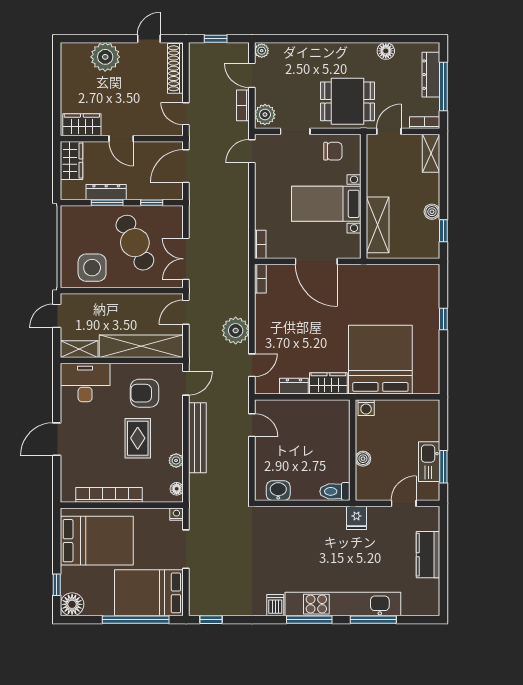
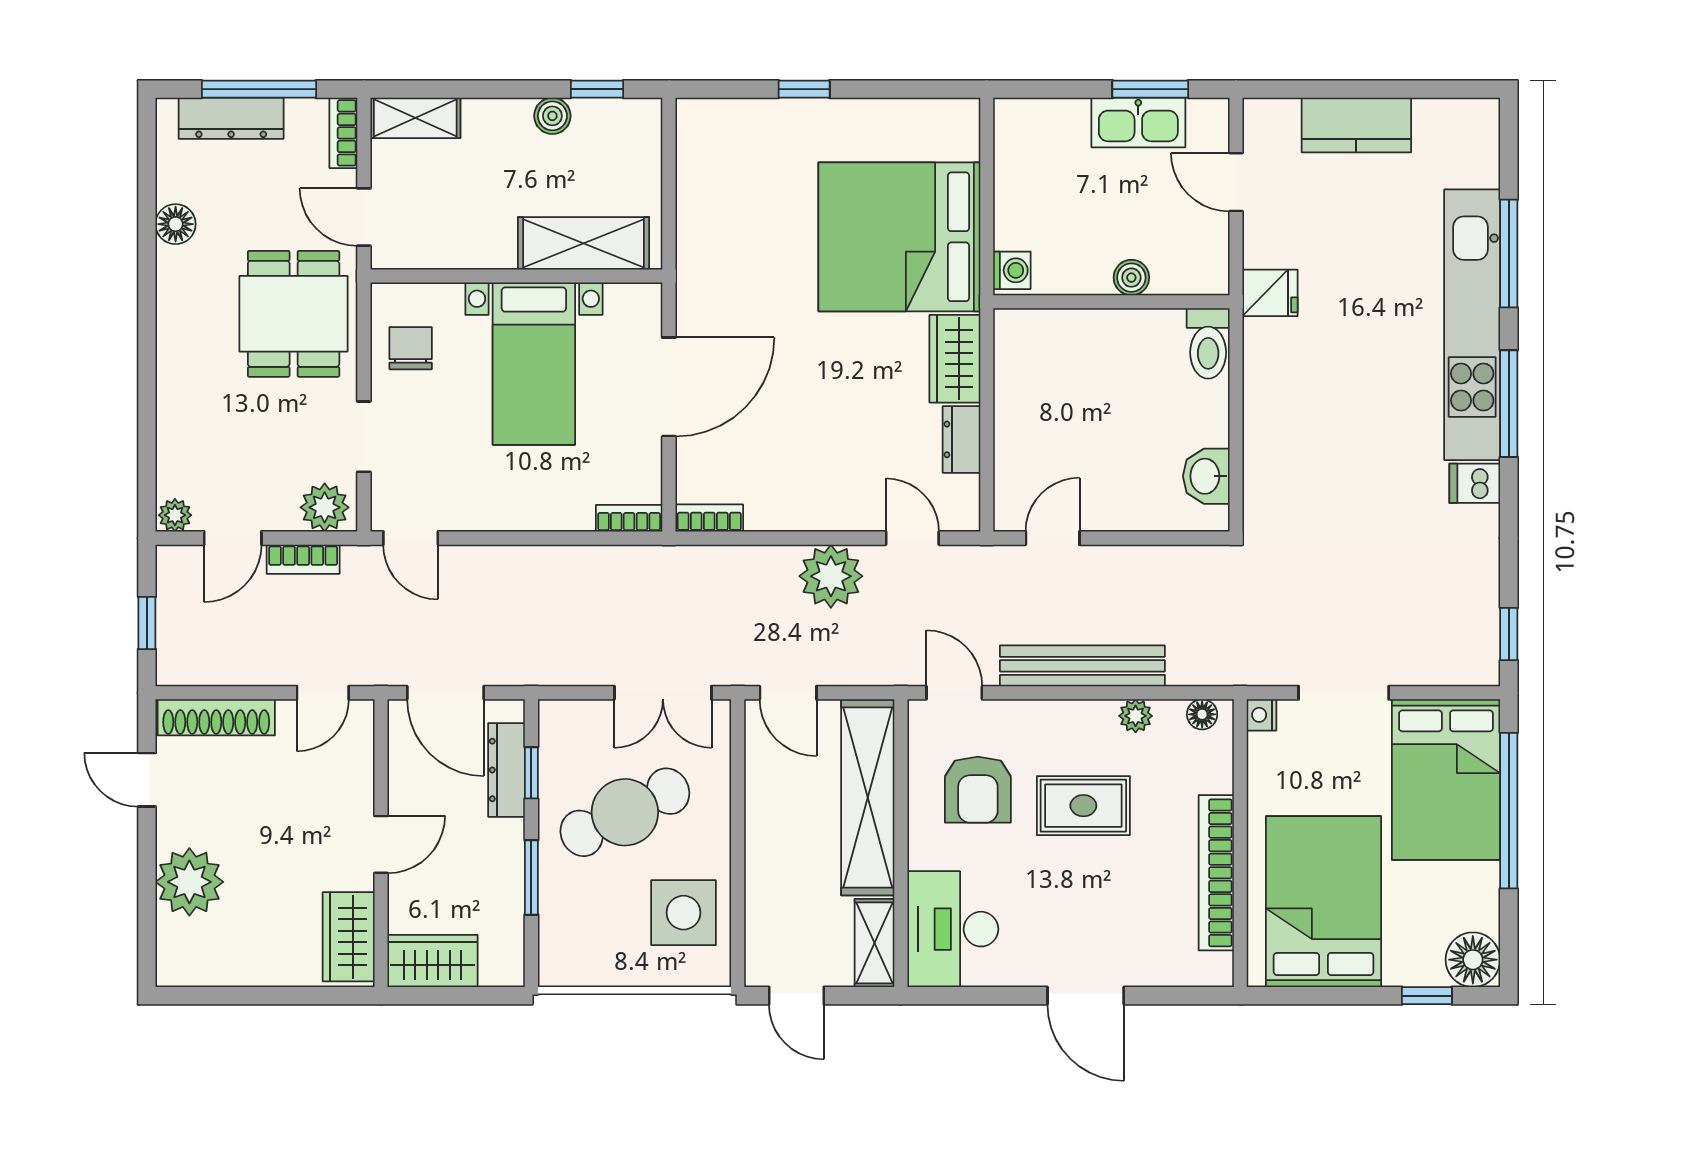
dresser: (106, 192) -> (507, 770), moved

